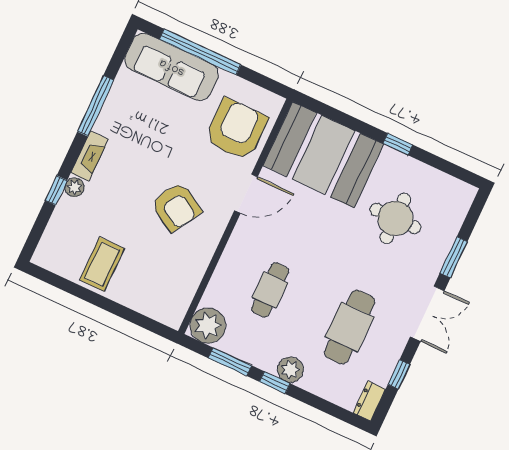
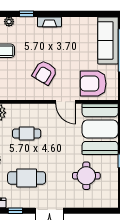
window: (96, 106) -> (74, 14), removed
armchair: (236, 129) -> (93, 84), turned 180
plant: (75, 187) -> (9, 22), moved
window: (454, 257) -> (81, 211), removed

